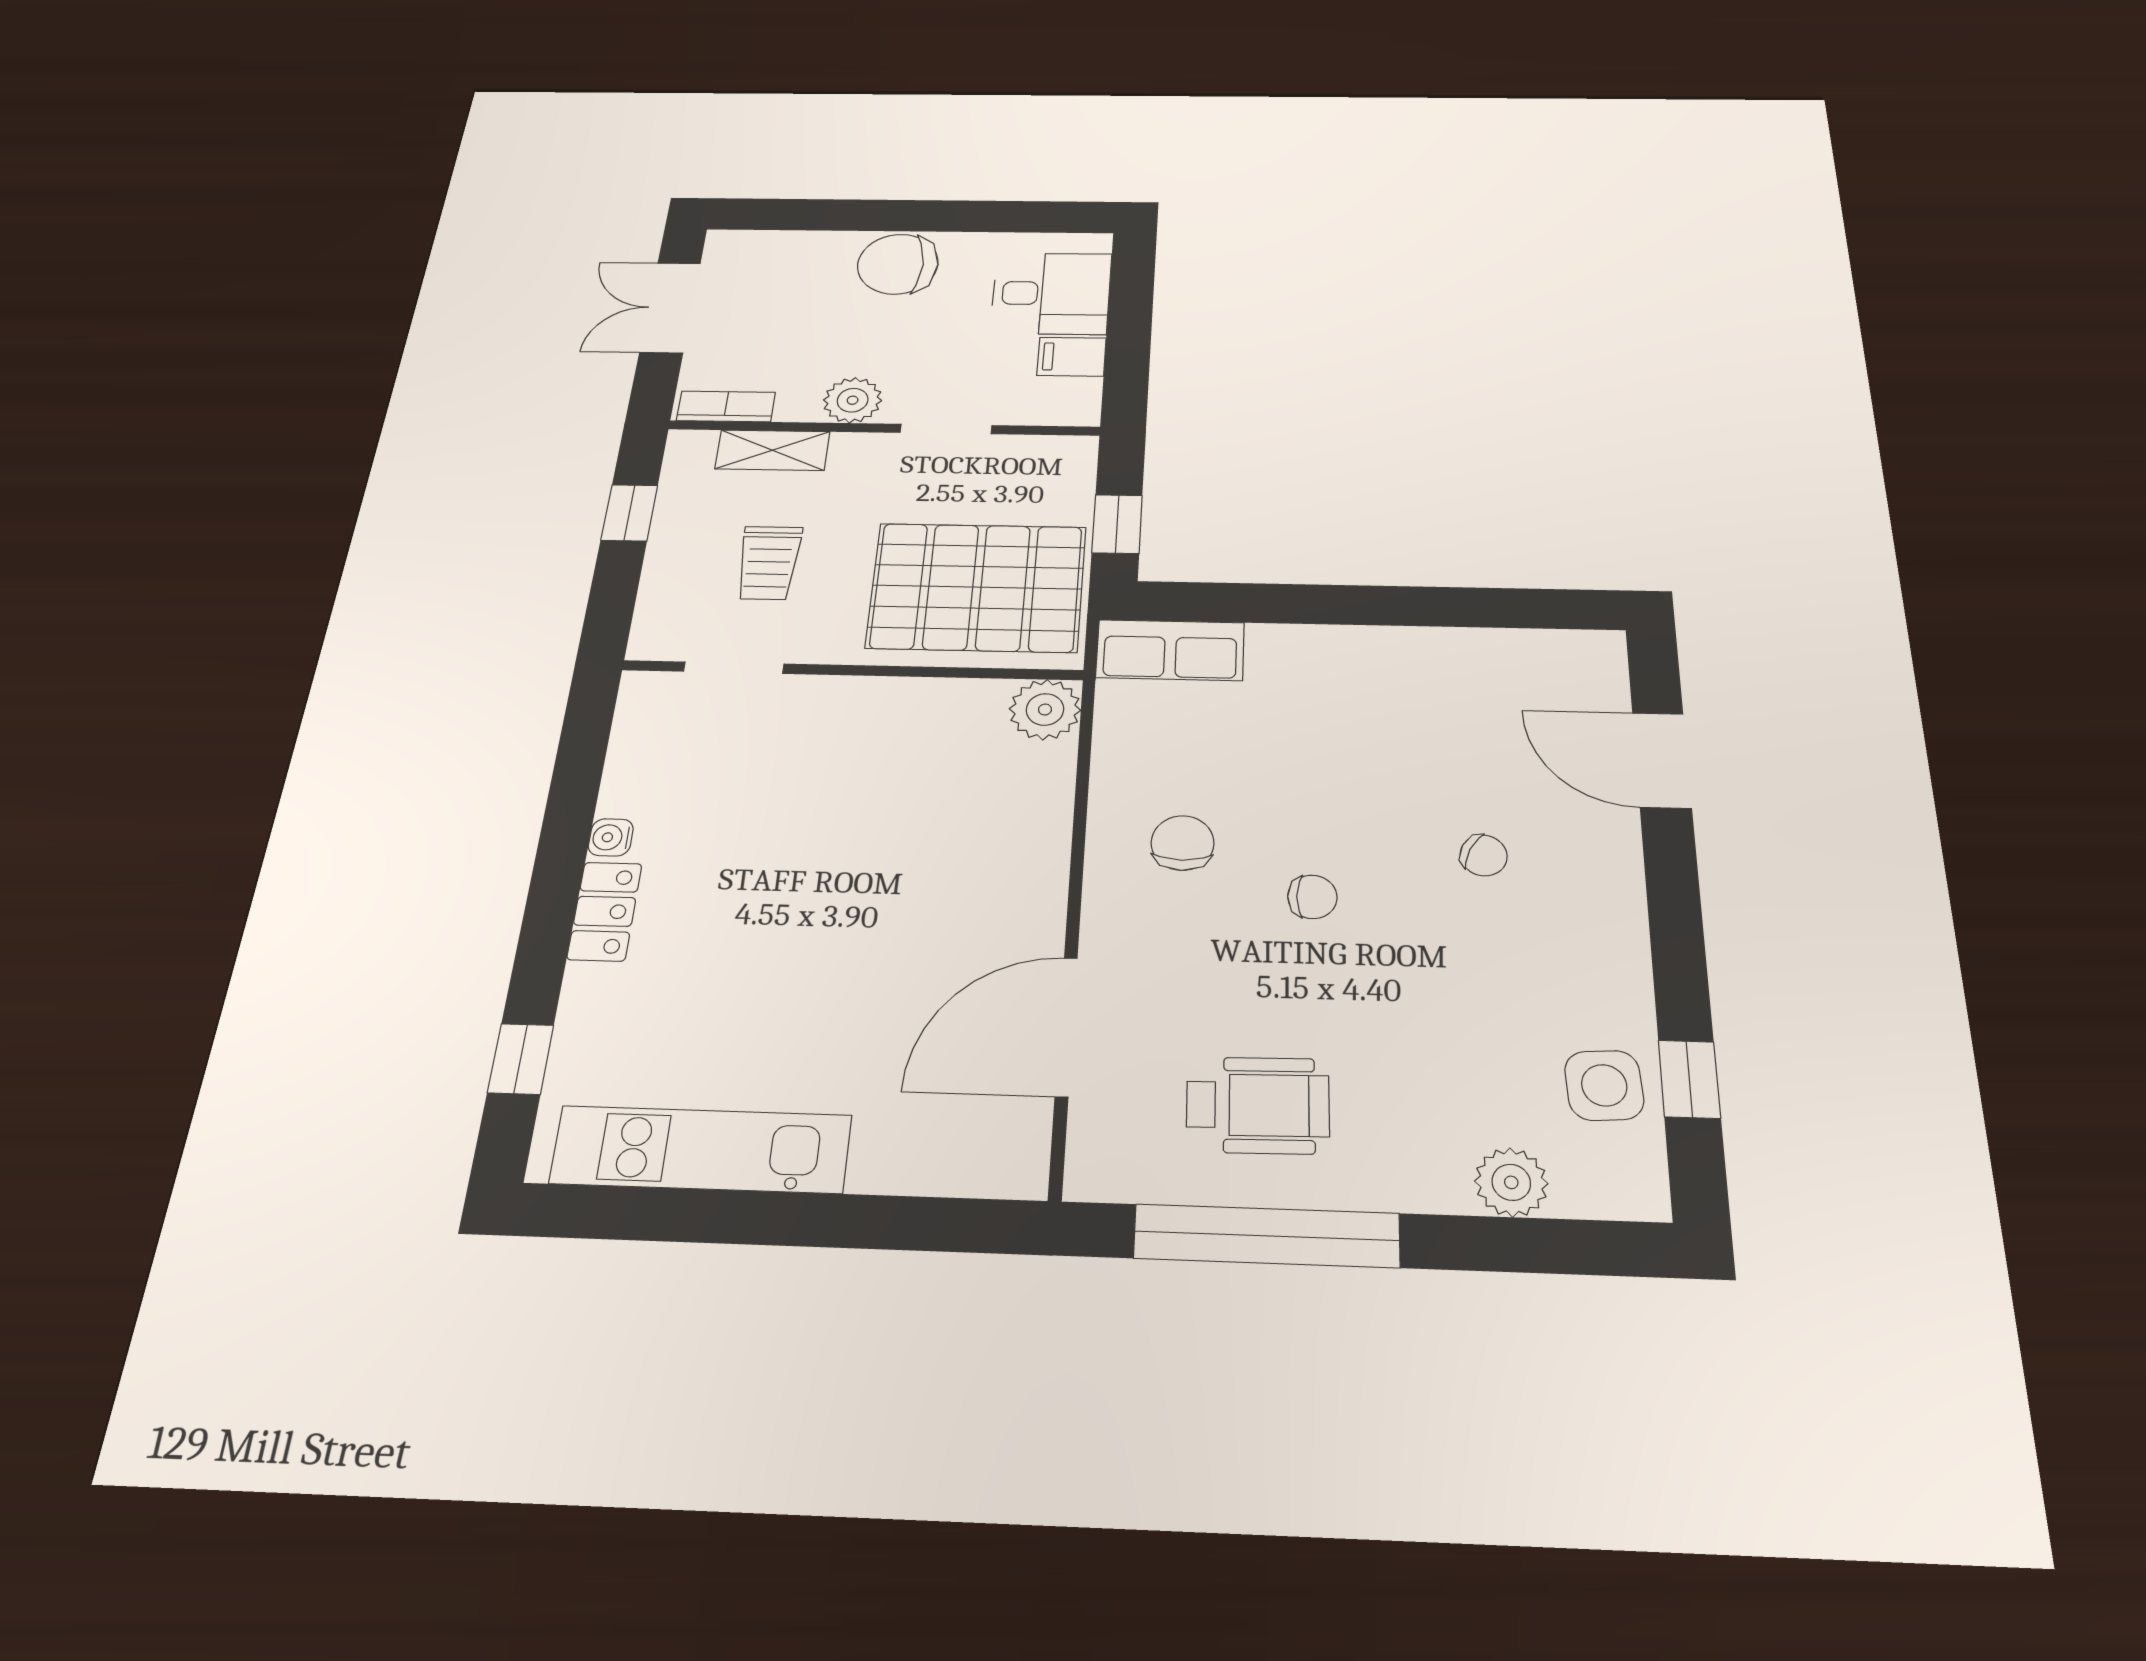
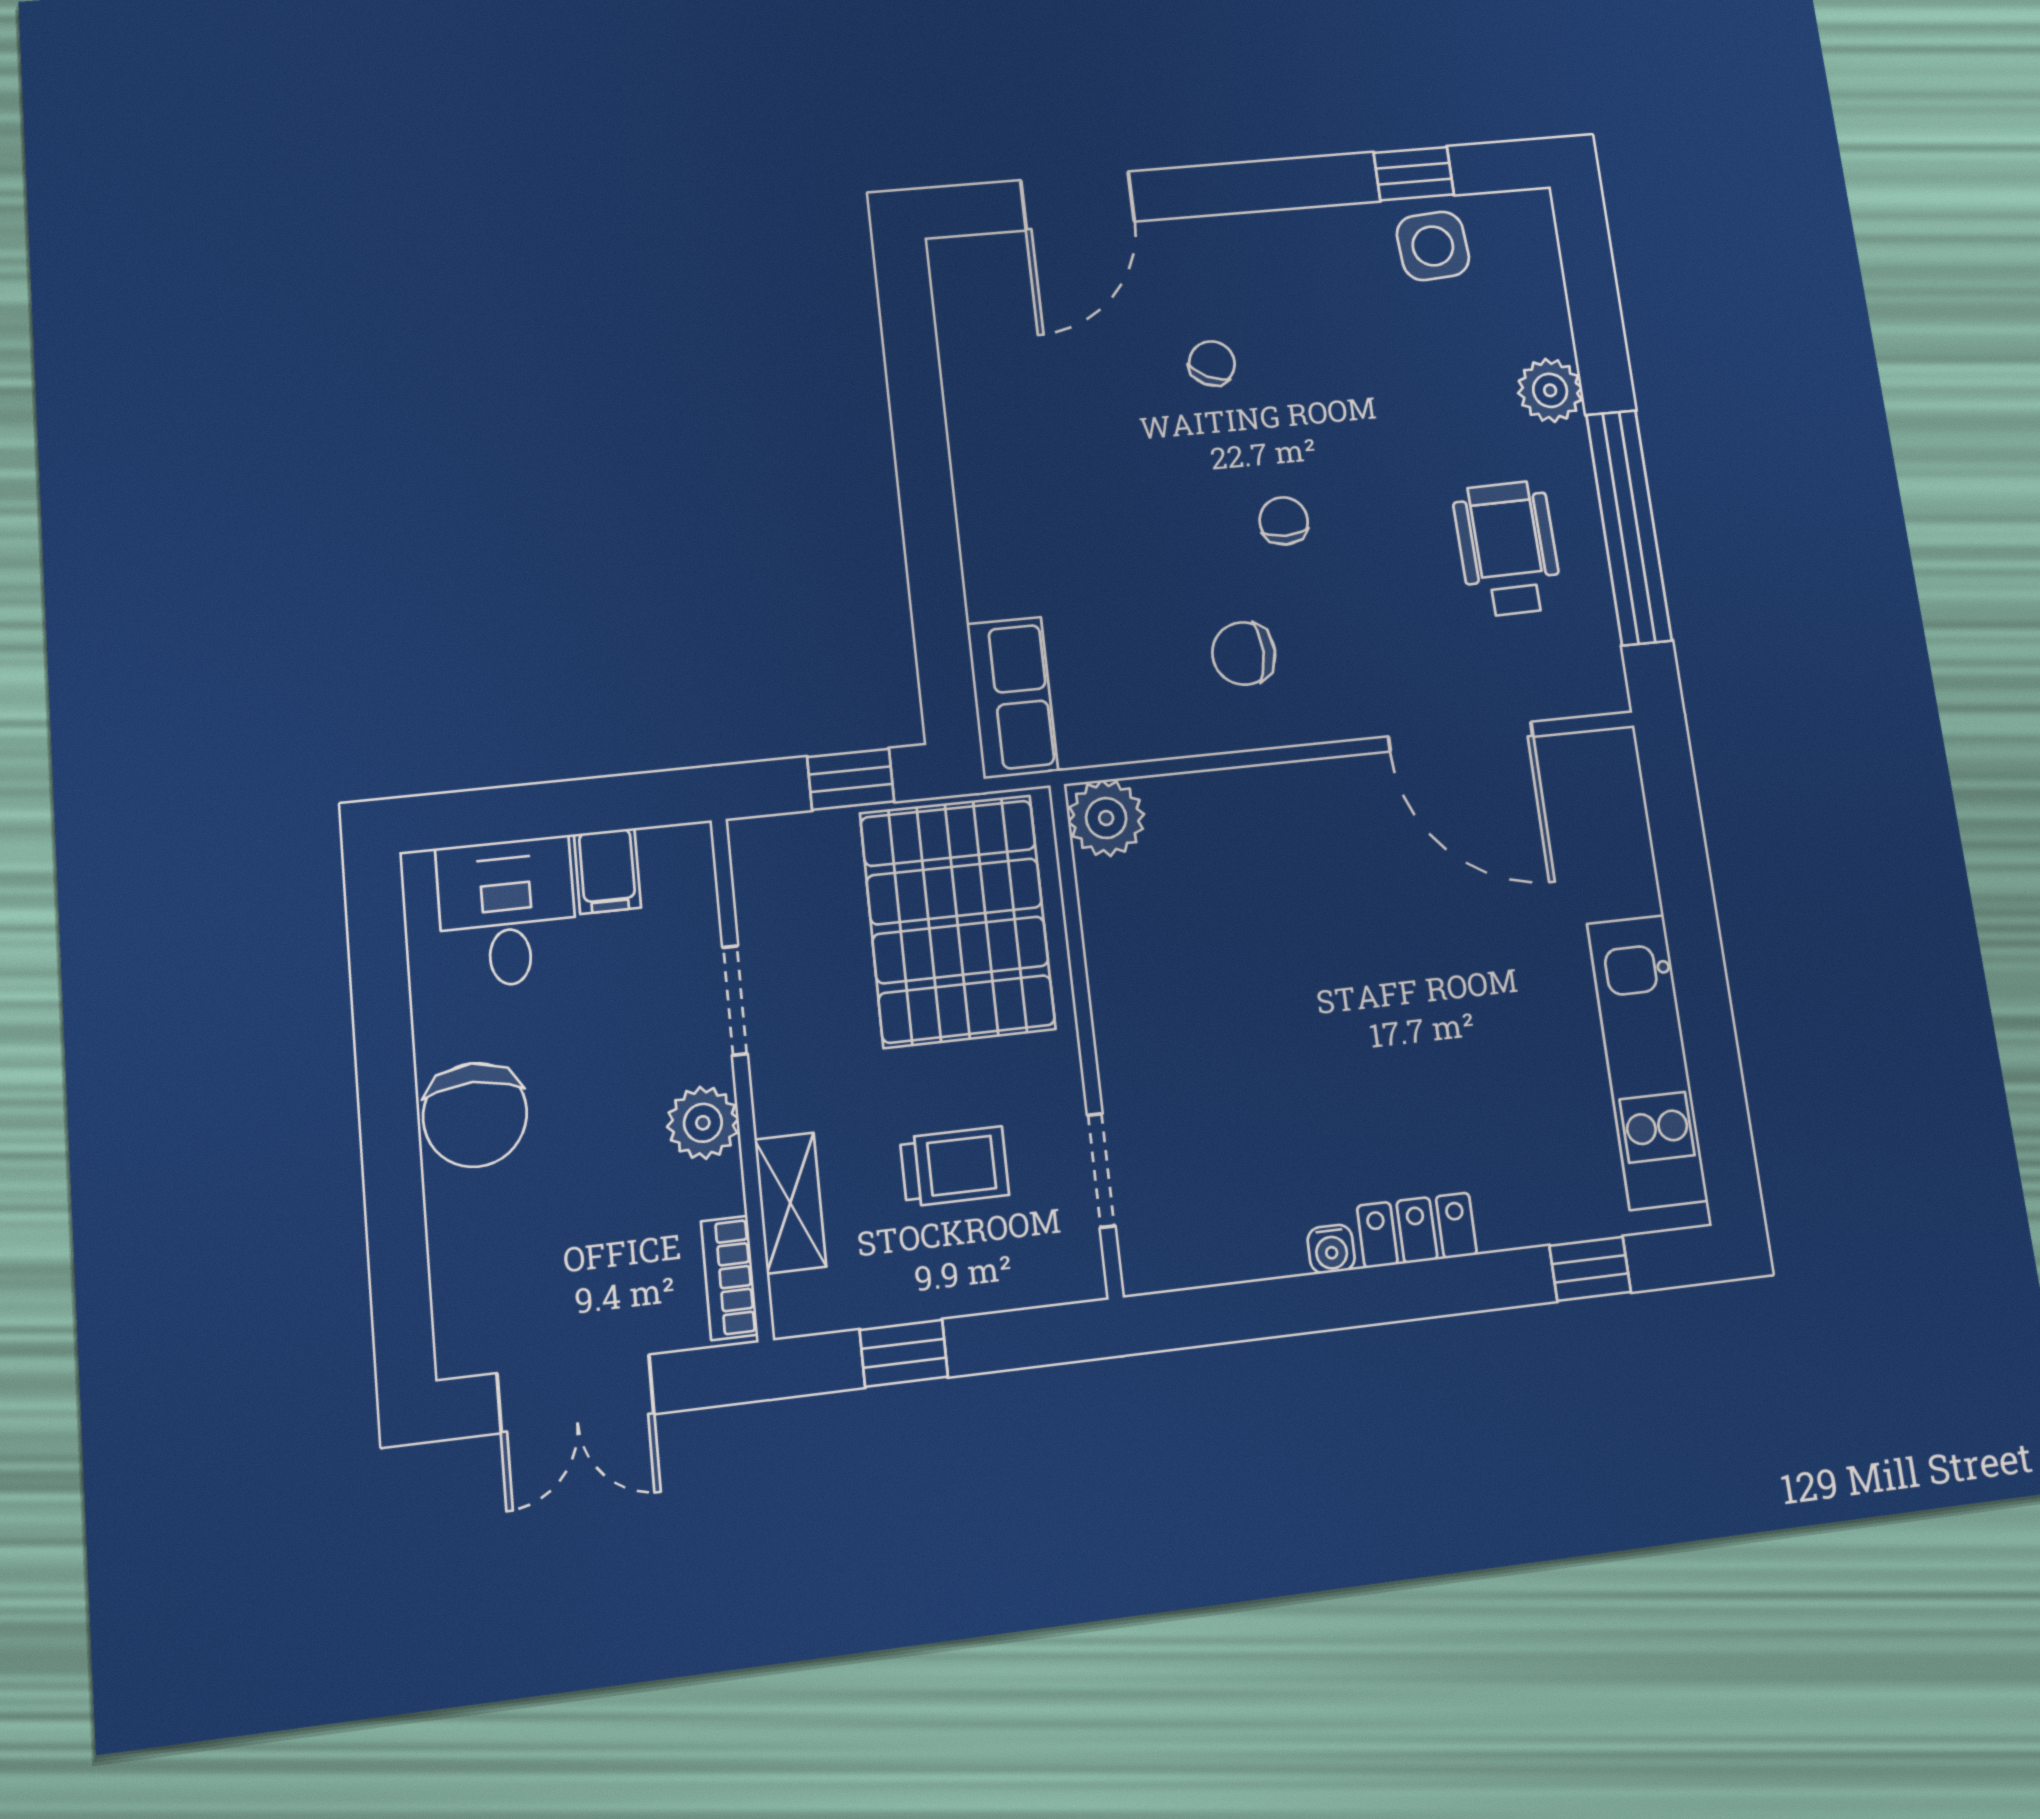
plant: (1511, 1182) -> (1550, 390), moved

